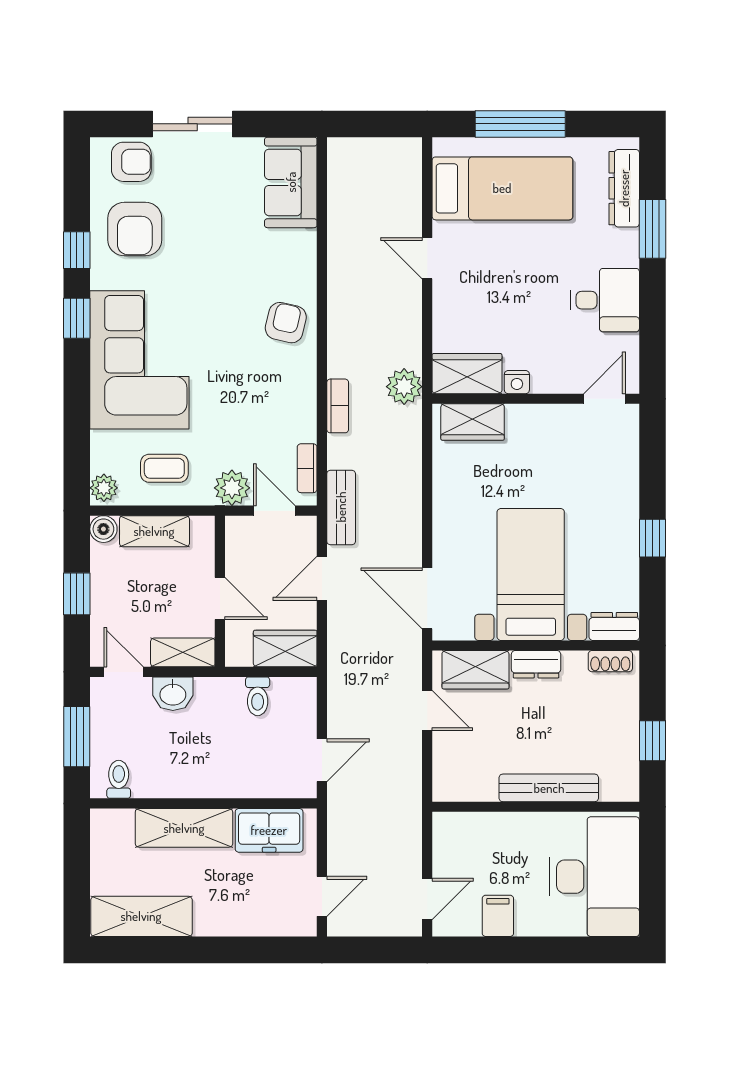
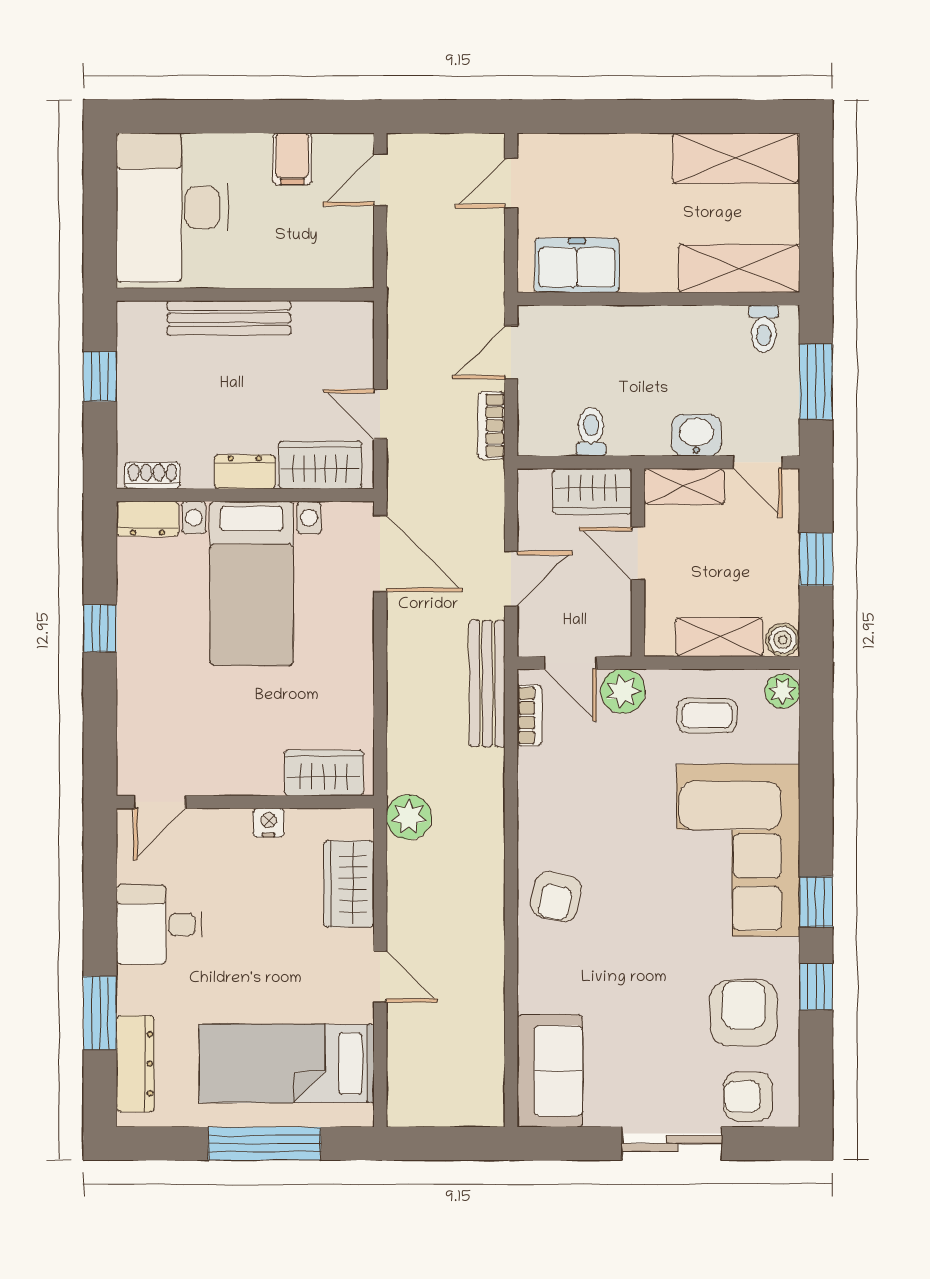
wardrobe: (467, 374) -> (349, 884), moved, turned 90
bookcase: (338, 406) -> (492, 425), moved
bench: (341, 507) -> (487, 684), width x1.36
wardrobe: (285, 648) -> (592, 491), moved
shelving: (184, 828) -> (739, 268), moved

